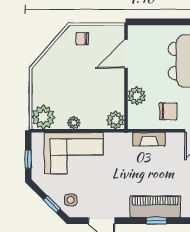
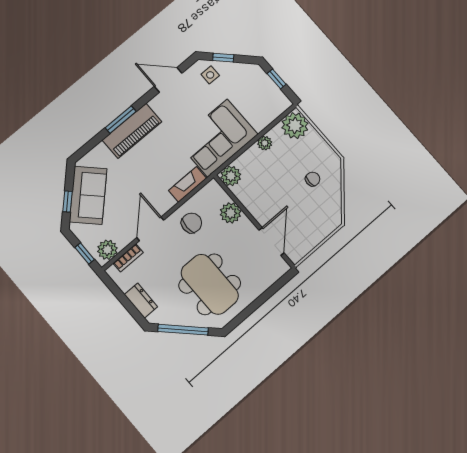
chair: (82, 39) -> (313, 179), moved
chair: (168, 111) -> (192, 223), turned 180
corner sofa: (74, 153) -> (217, 138), moved
window: (157, 221) -> (121, 120), width x1.50

